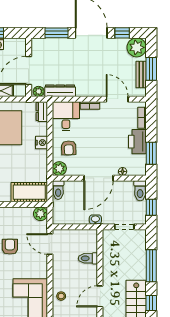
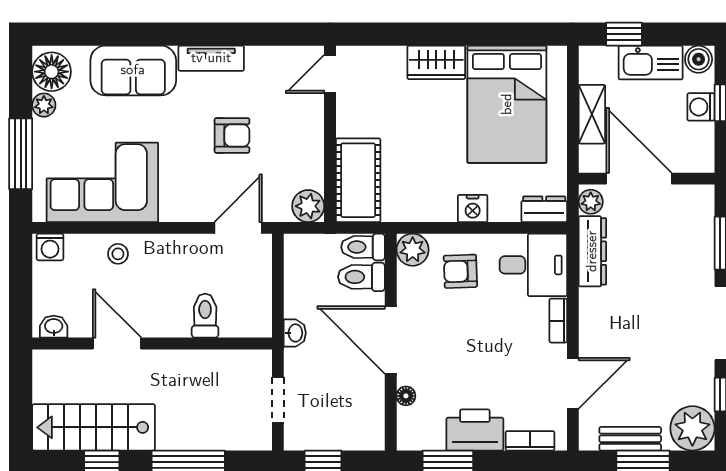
toilet: (140, 191) -> (361, 277), moved

